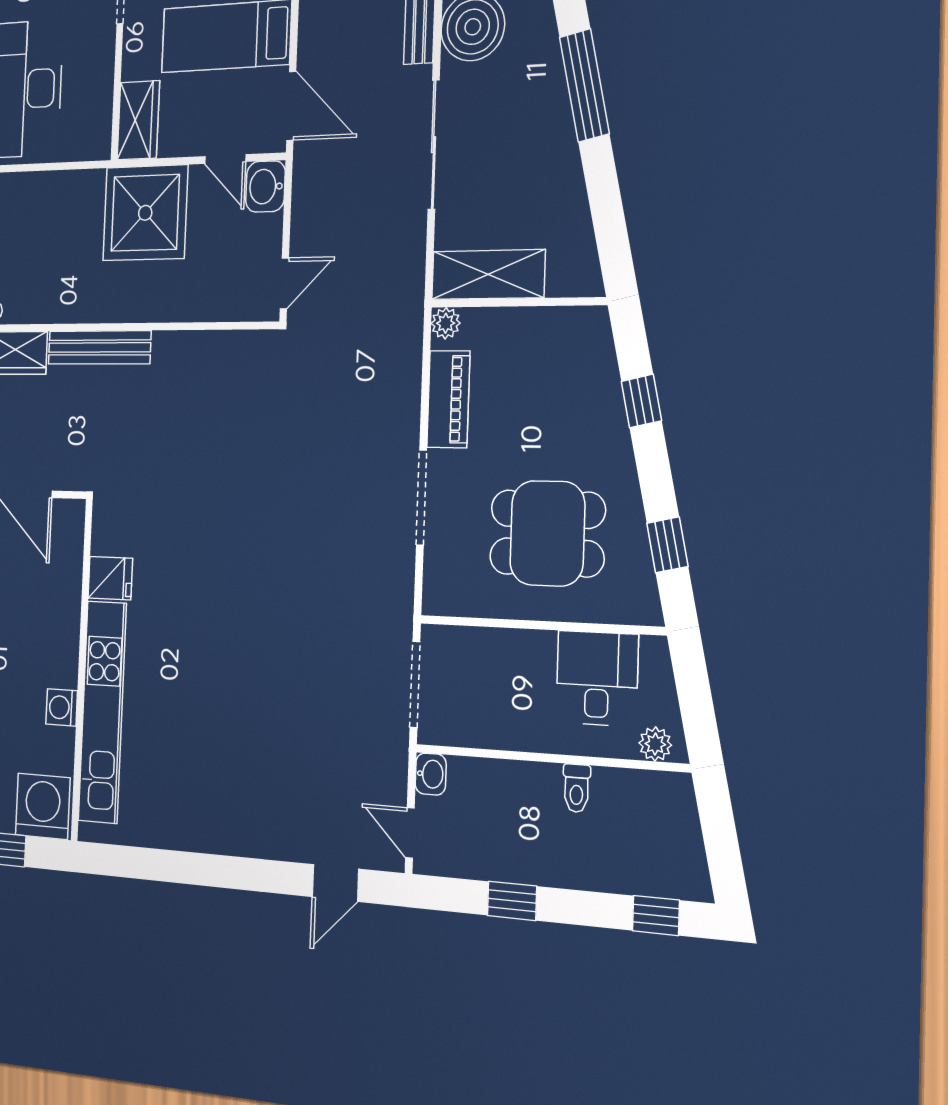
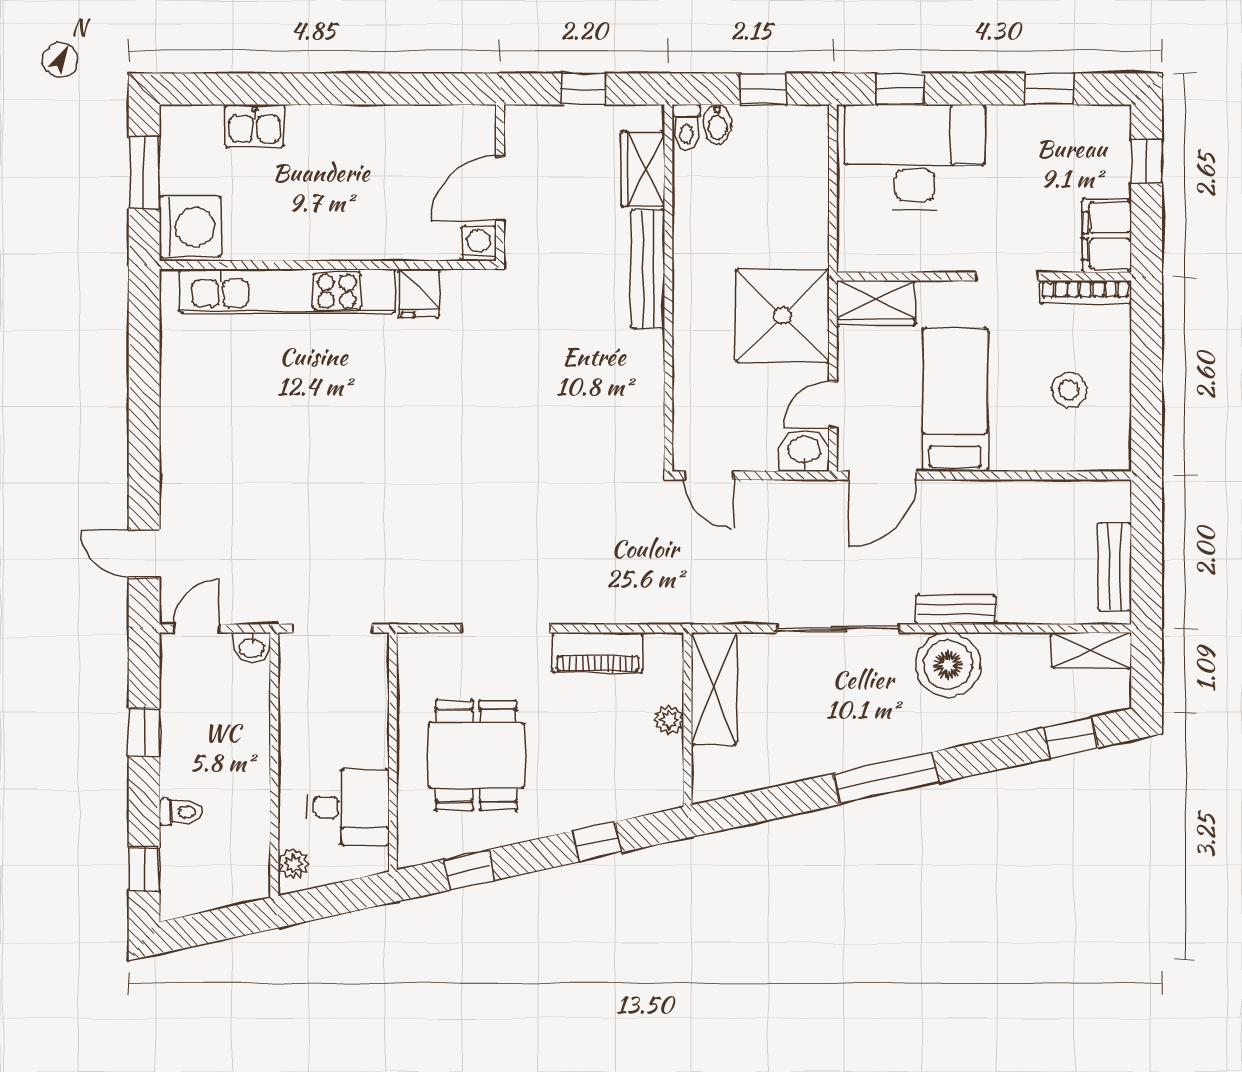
plant: (446, 323) -> (669, 720), moved
washing machine: (62, 707) -> (479, 244), moved
toilet: (576, 788) -> (181, 812), moved, turned 180

